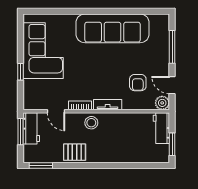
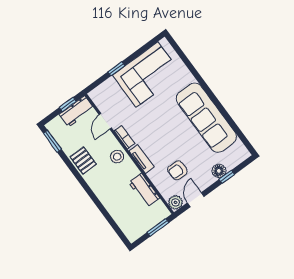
window: (172, 47) -> (227, 177), width x0.46
floor lamp: (163, 50) -> (219, 171), added
workbench: (161, 128) -> (144, 190), moved, turned -90
window: (20, 132) -> (68, 104), width x0.67
window: (172, 144) -> (158, 227), moved

